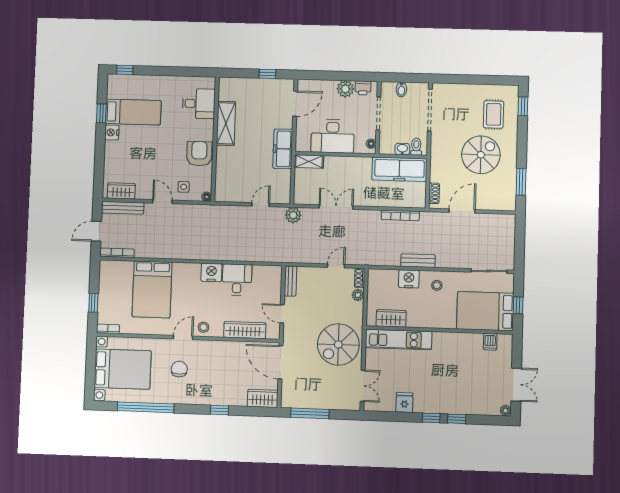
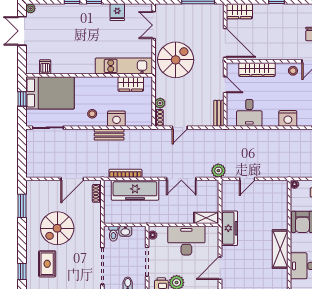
freezer: (399, 169) -> (135, 190), moved, turned 180
desk: (237, 280) -> (249, 113), moved

